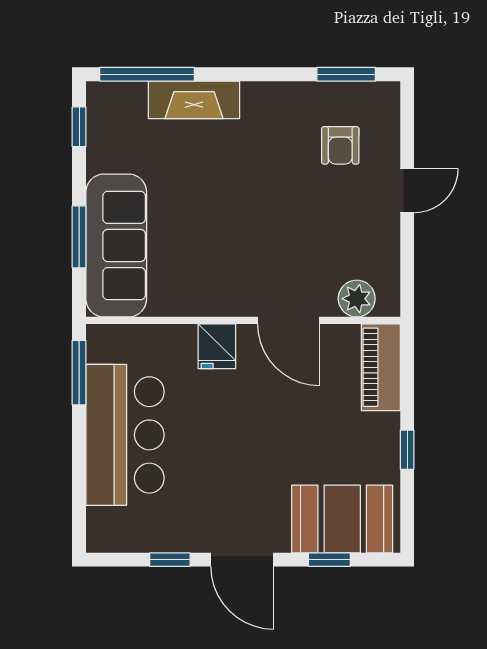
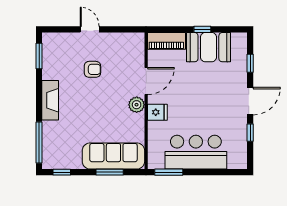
fireplace: (194, 100) -> (50, 100), moved
armchair: (340, 145) -> (92, 69), moved
plant: (357, 299) -> (137, 105), moved
booth: (342, 519) -> (208, 47), moved, turned 90

